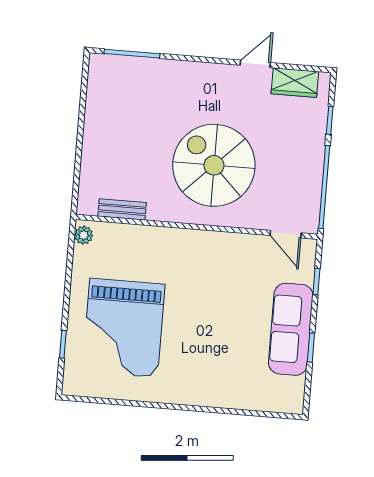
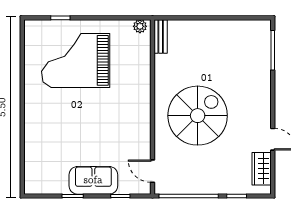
bench: (122, 209) -> (161, 36), moved
door: (286, 234) -> (152, 171), hinge flipped
sofa: (291, 329) -> (93, 180), width x0.73

